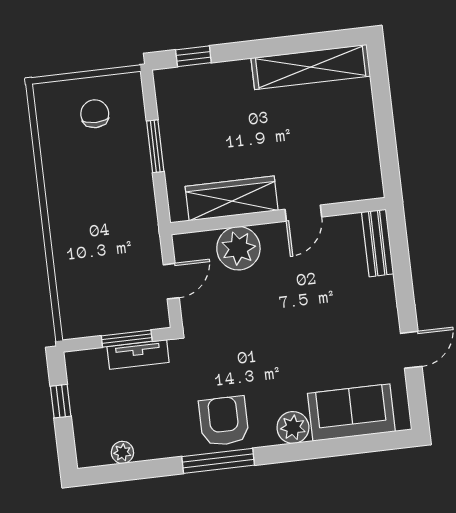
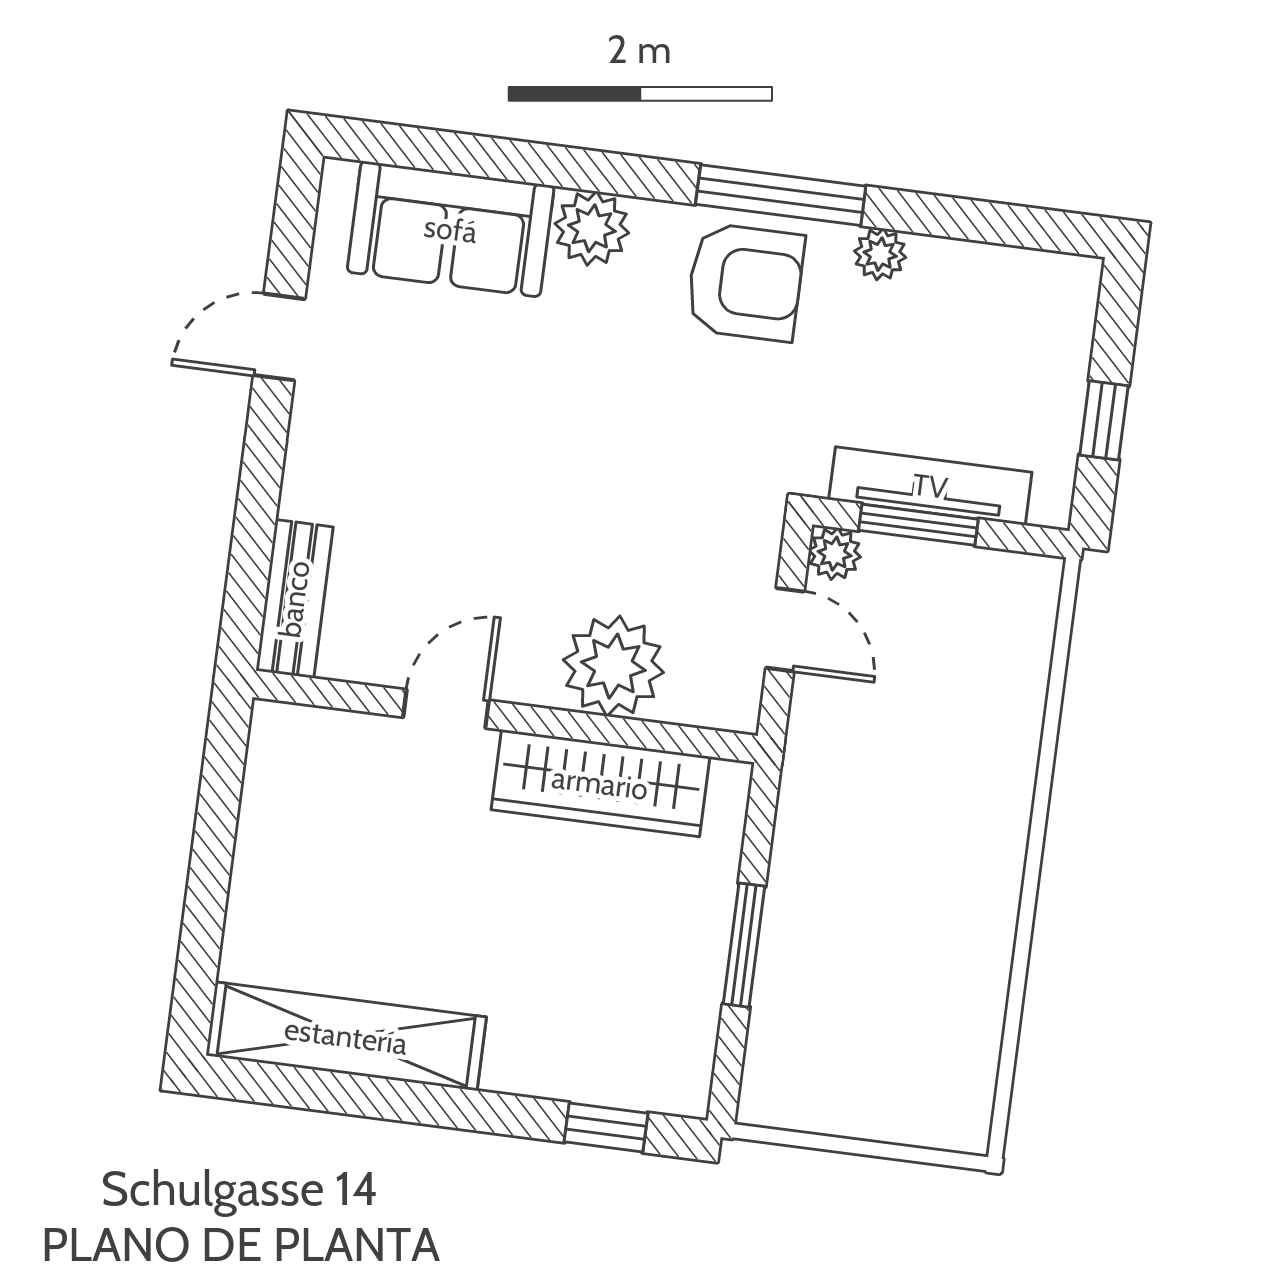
chair: (95, 114) -> (863, 1053), removed
door: (171, 281) -> (785, 630), swing flipped
plant: (158, 318) -> (835, 554), added
tv unit: (138, 354) -> (930, 486), width x1.41
armchair: (224, 421) -> (745, 282), turned -90
plant: (122, 452) -> (880, 254), moved

